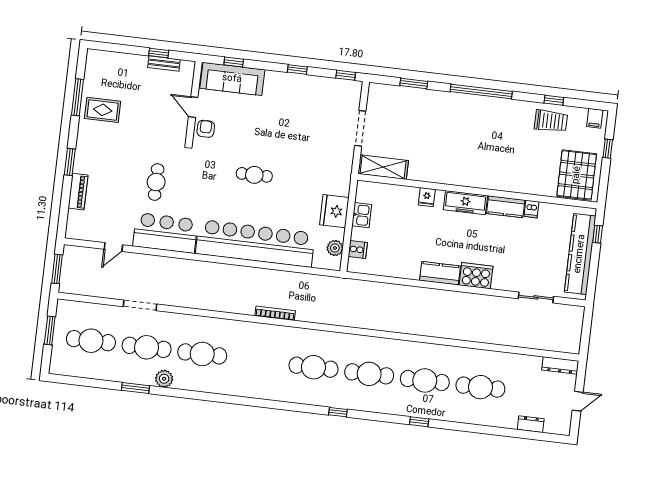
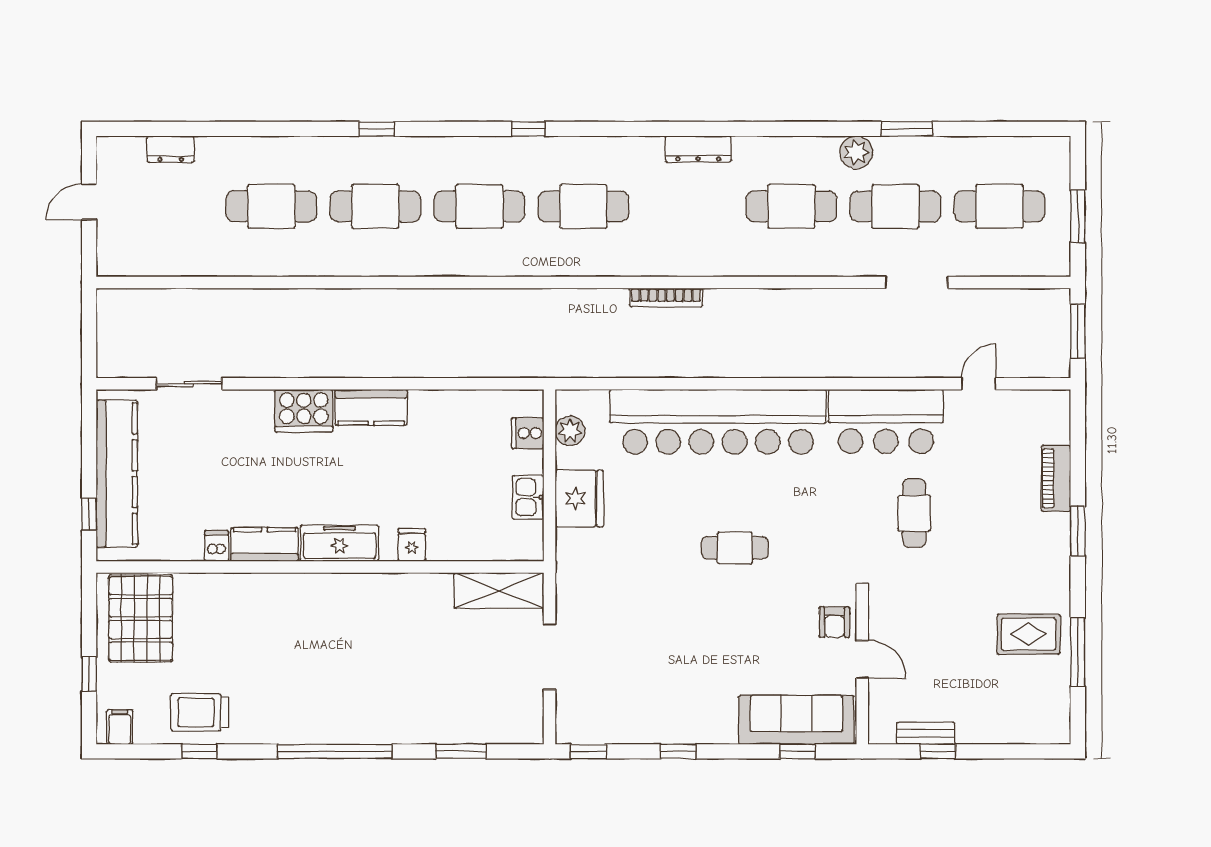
dresser: (560, 365) -> (698, 149), moved, turned 180

